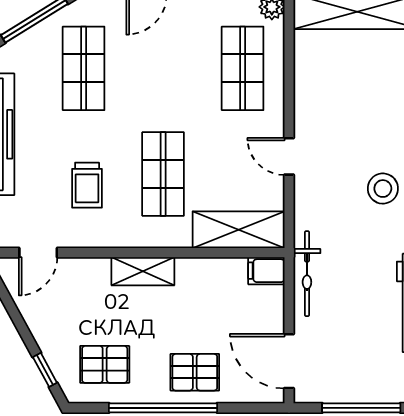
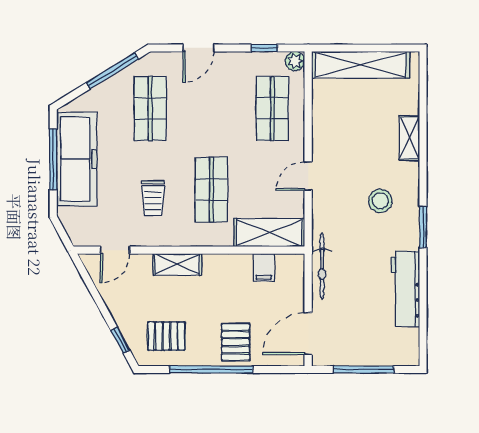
door: (289, 156) -> (308, 176), hinge flipped
shelving: (143, 271) -> (177, 264), moved
filing cabinet: (266, 271) -> (264, 267), moved, turned -90
door: (289, 361) -> (308, 334), hinge flipped
pallet: (195, 372) -> (236, 342), turned 90

